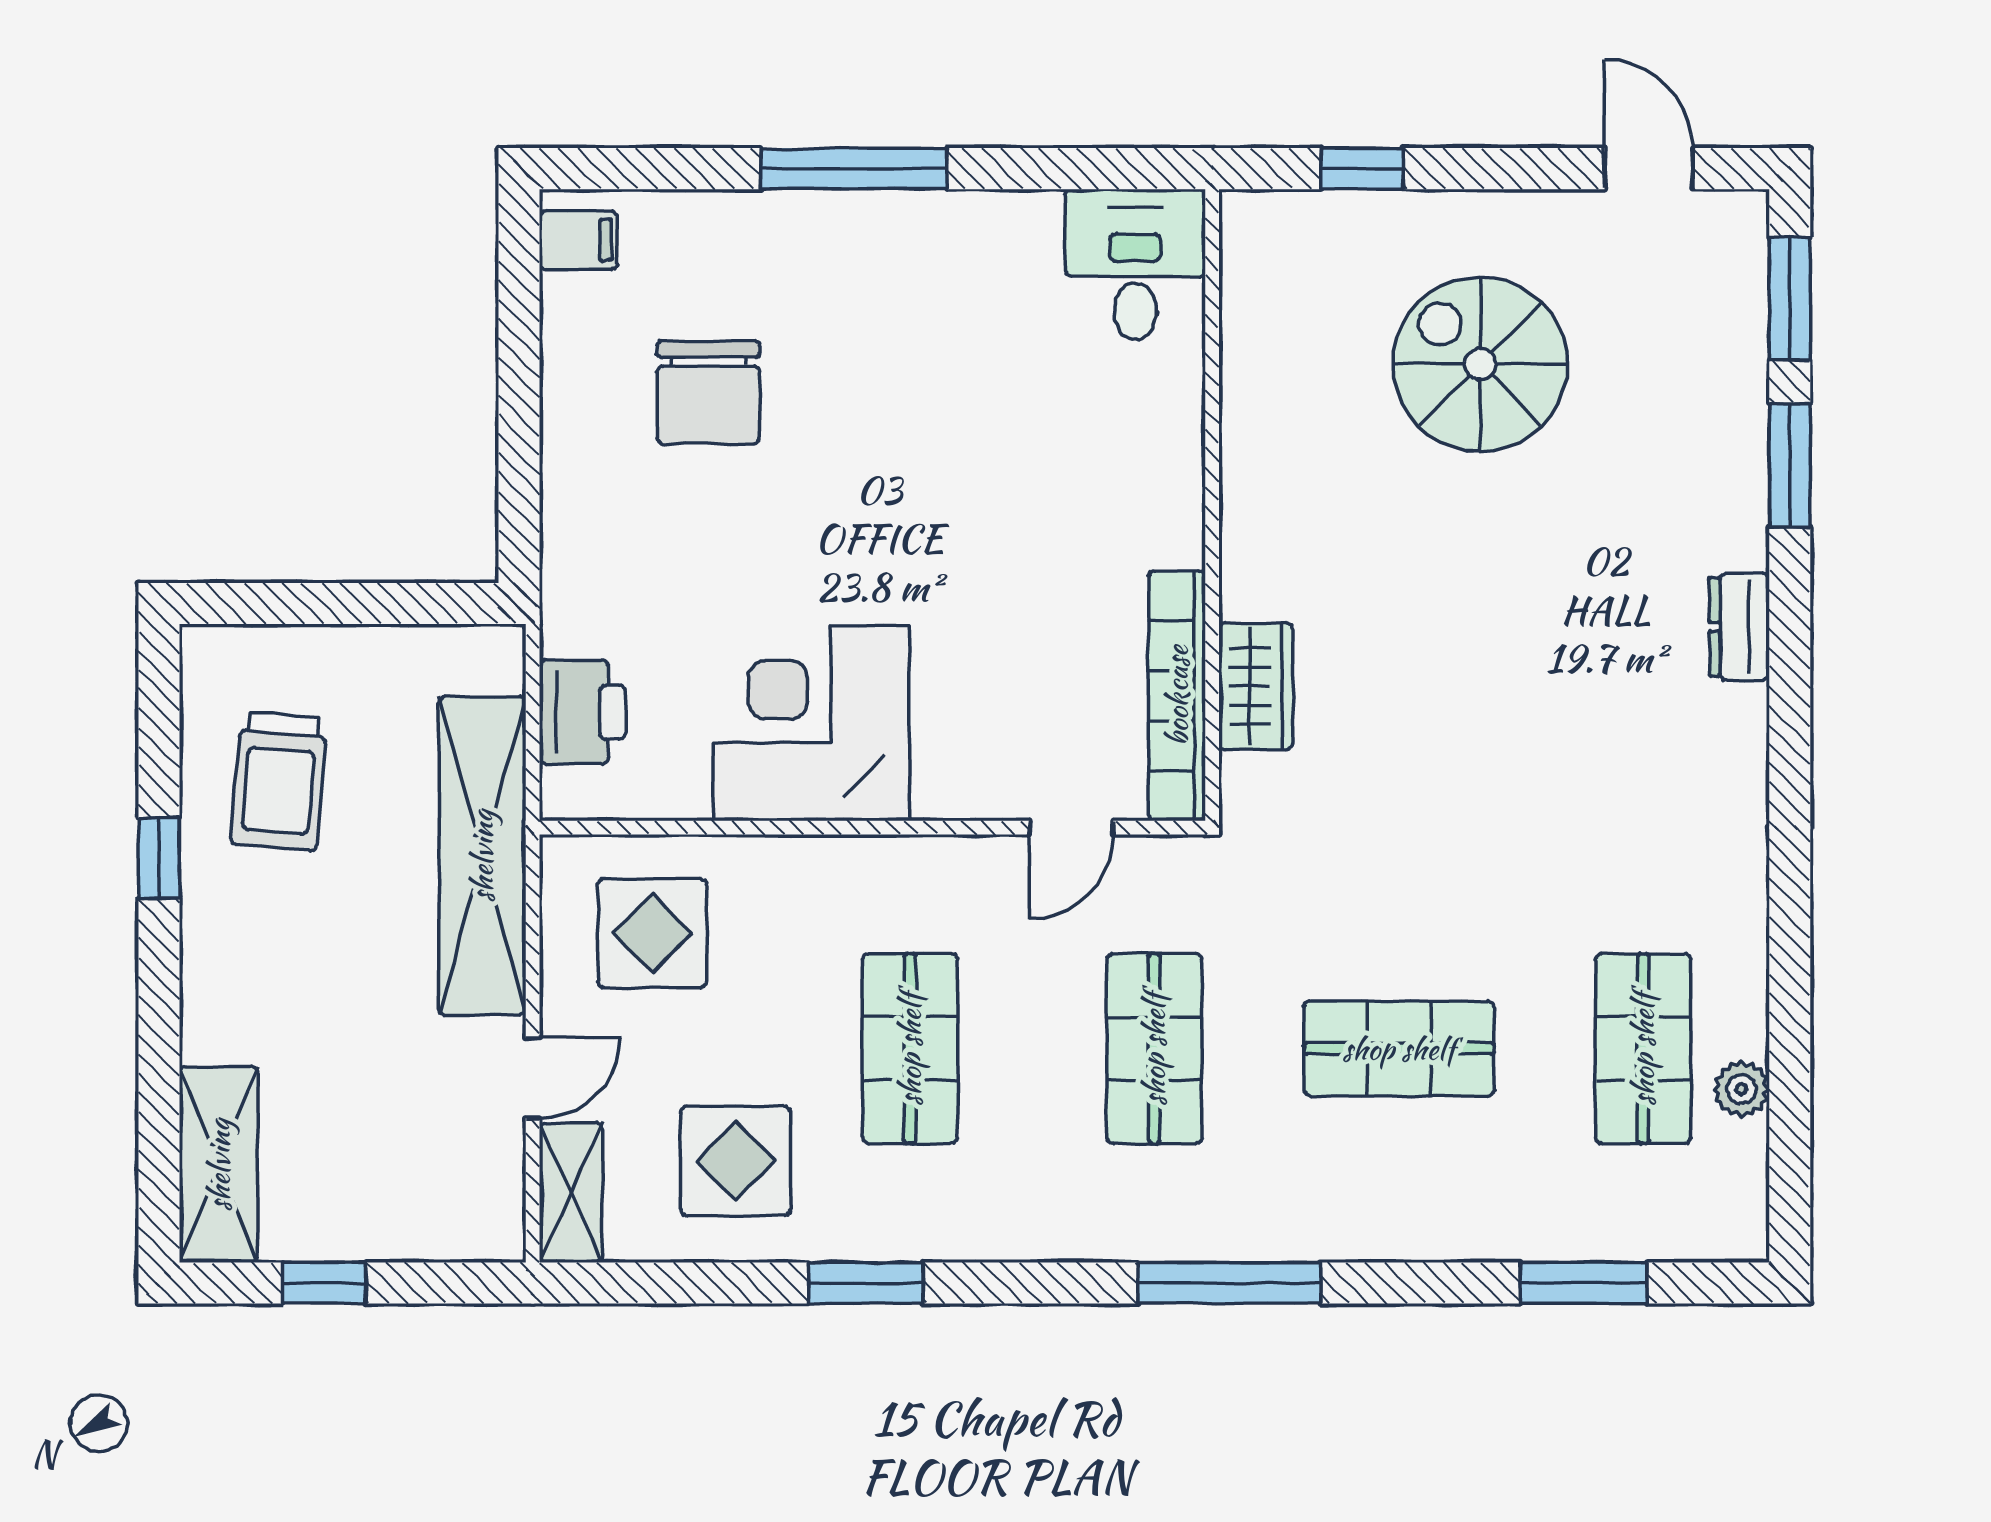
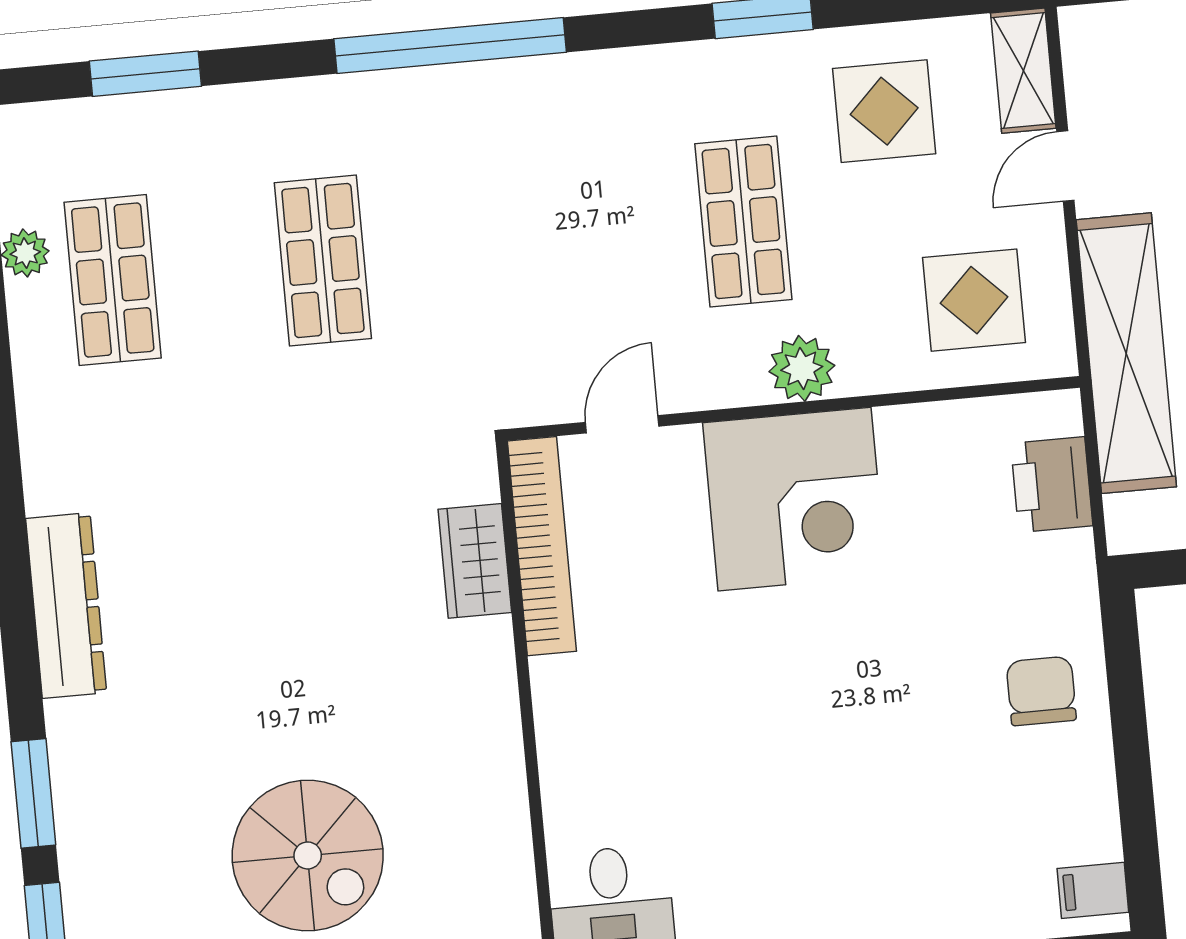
chair: (708, 393) -> (1041, 691), moved, width x0.73, depth x0.73
dresser: (1739, 627) -> (66, 606), width x1.96, depth x1.24
corner desk: (811, 723) -> (795, 499), moved
plant: (858, 873) -> (802, 368), added
shop shelf: (1154, 1049) -> (533, 241), removed
shop shelf: (1399, 1049) -> (323, 261), turned 90
window: (1229, 1283) -> (450, 45), width x1.46

